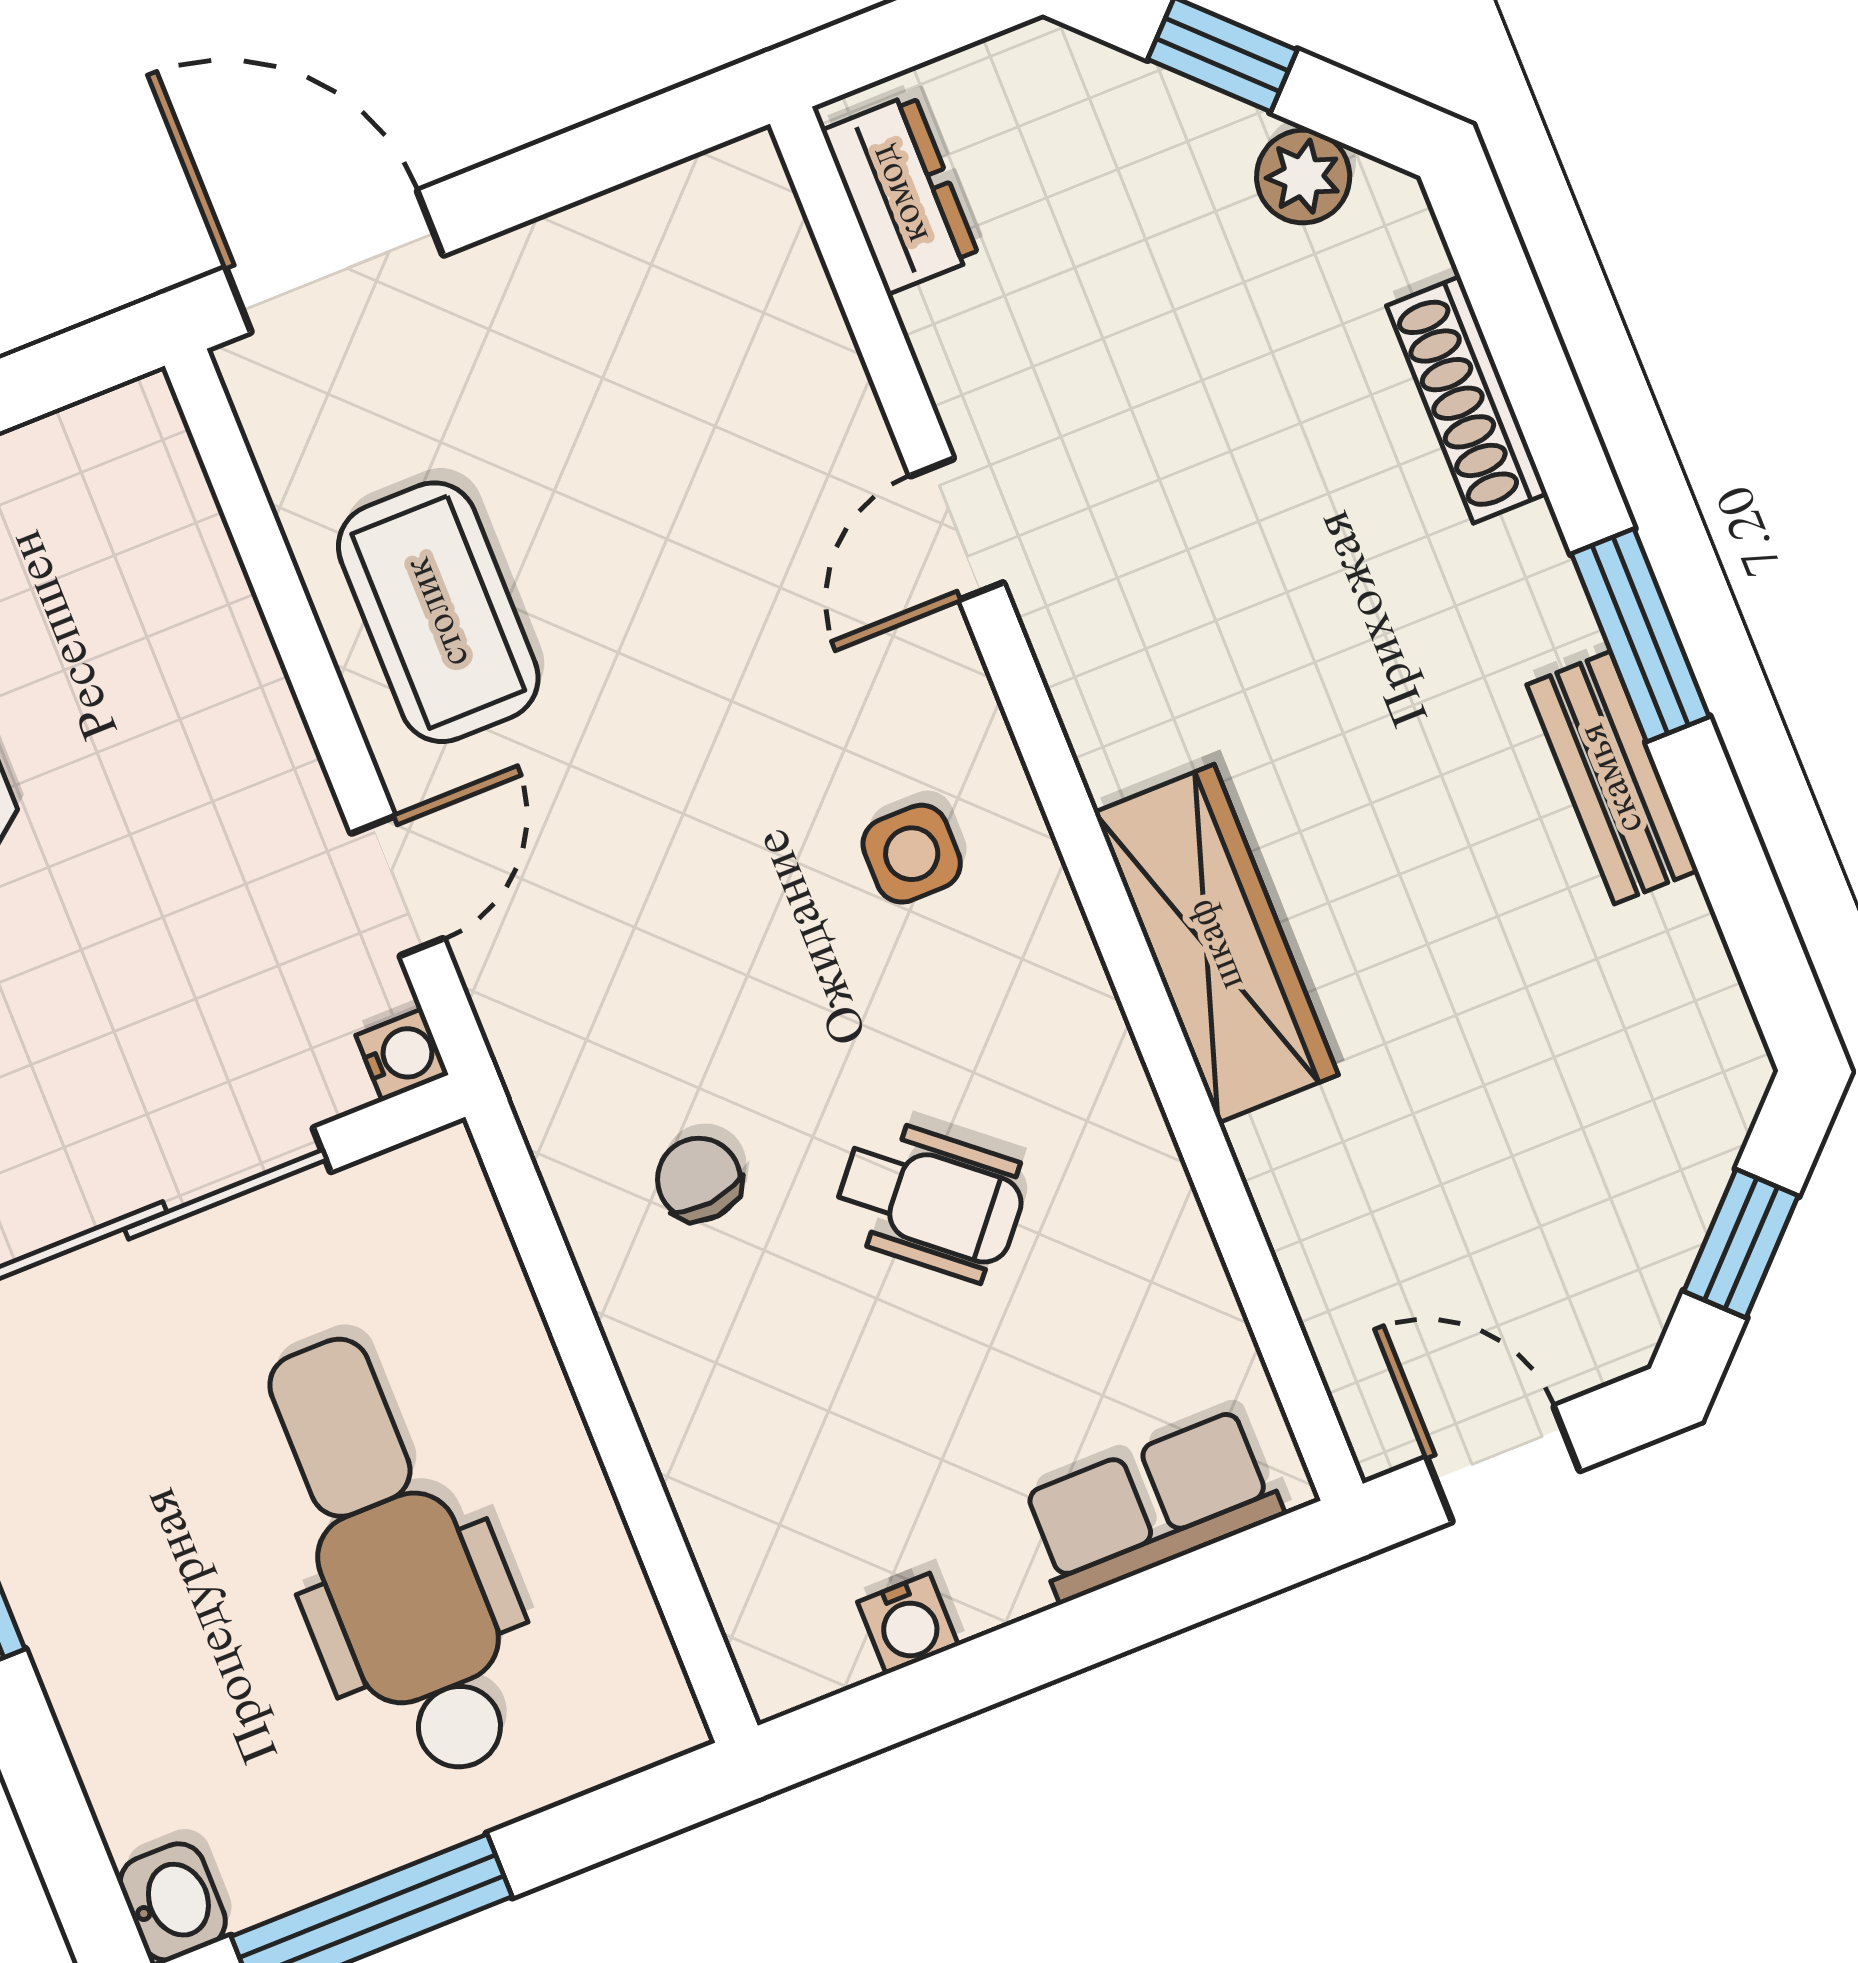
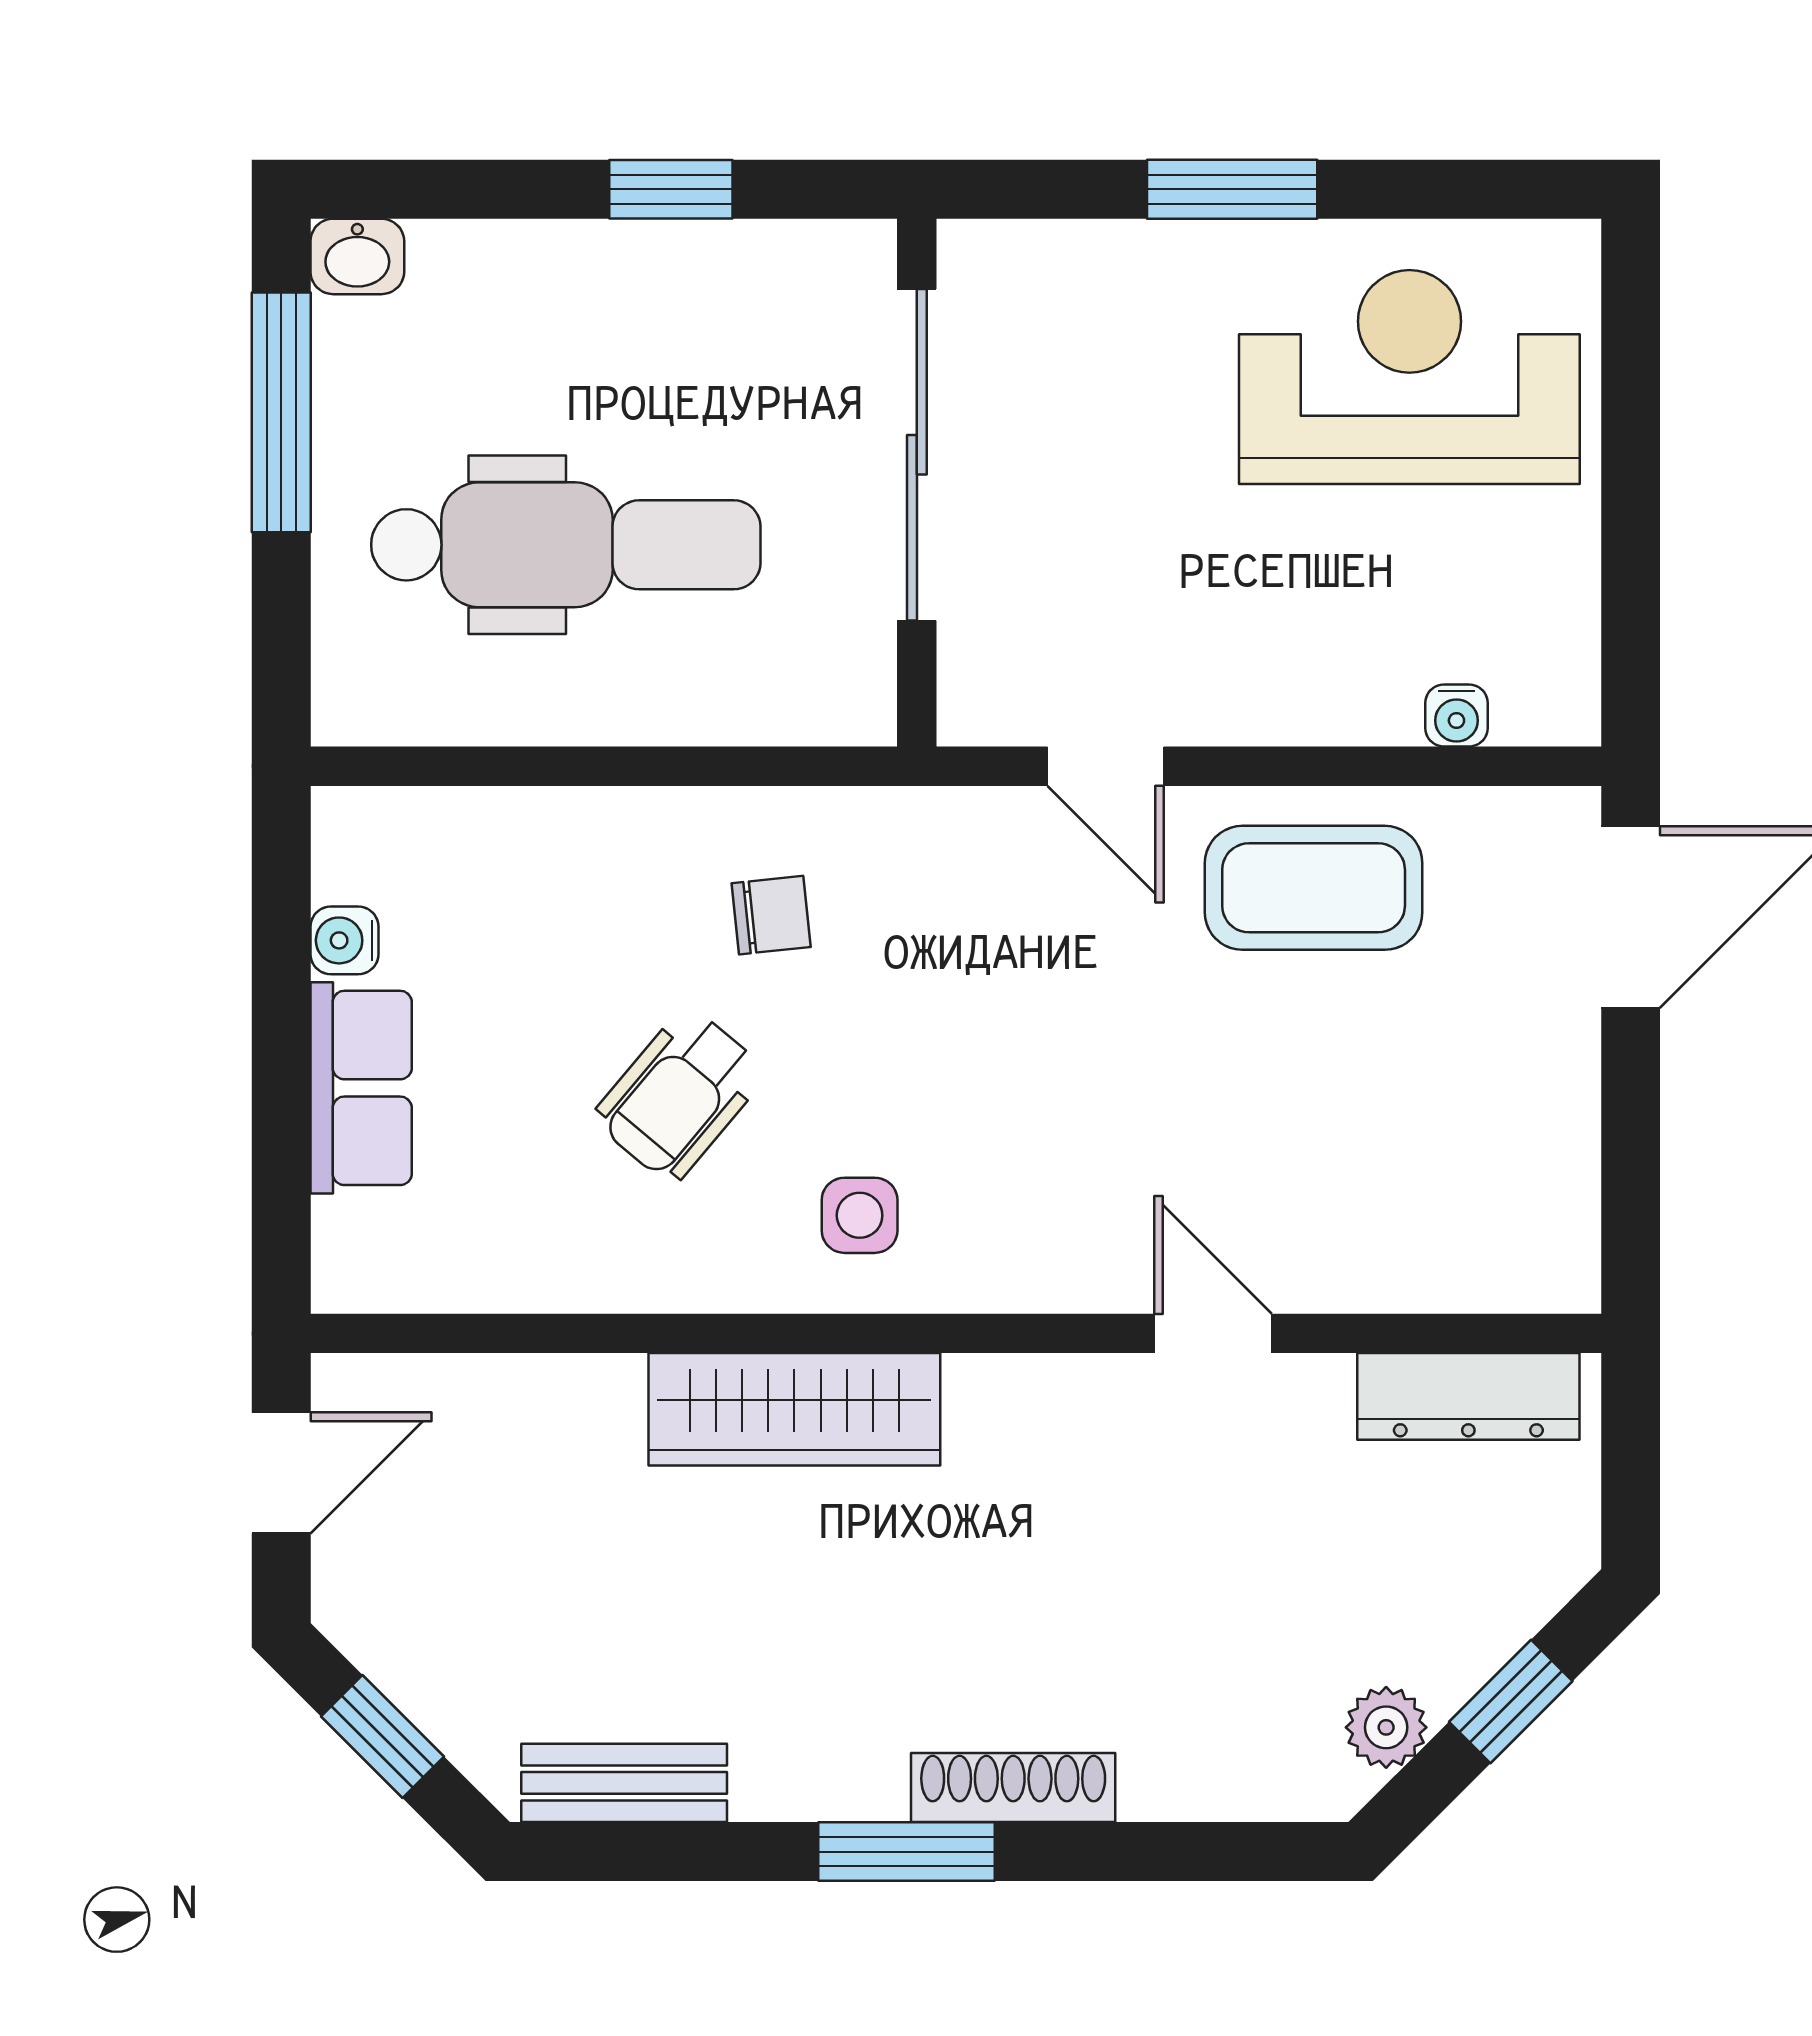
dresser: (900, 194) -> (1468, 1396), width x1.44
shoe rack: (1467, 400) -> (1013, 1788), moved
bench: (1612, 778) -> (624, 1783), moved
side table: (912, 854) -> (860, 1215), moved
water cooler: (402, 1055) -> (1456, 716), moved
row of seats: (1151, 1506) -> (361, 1088), moved

